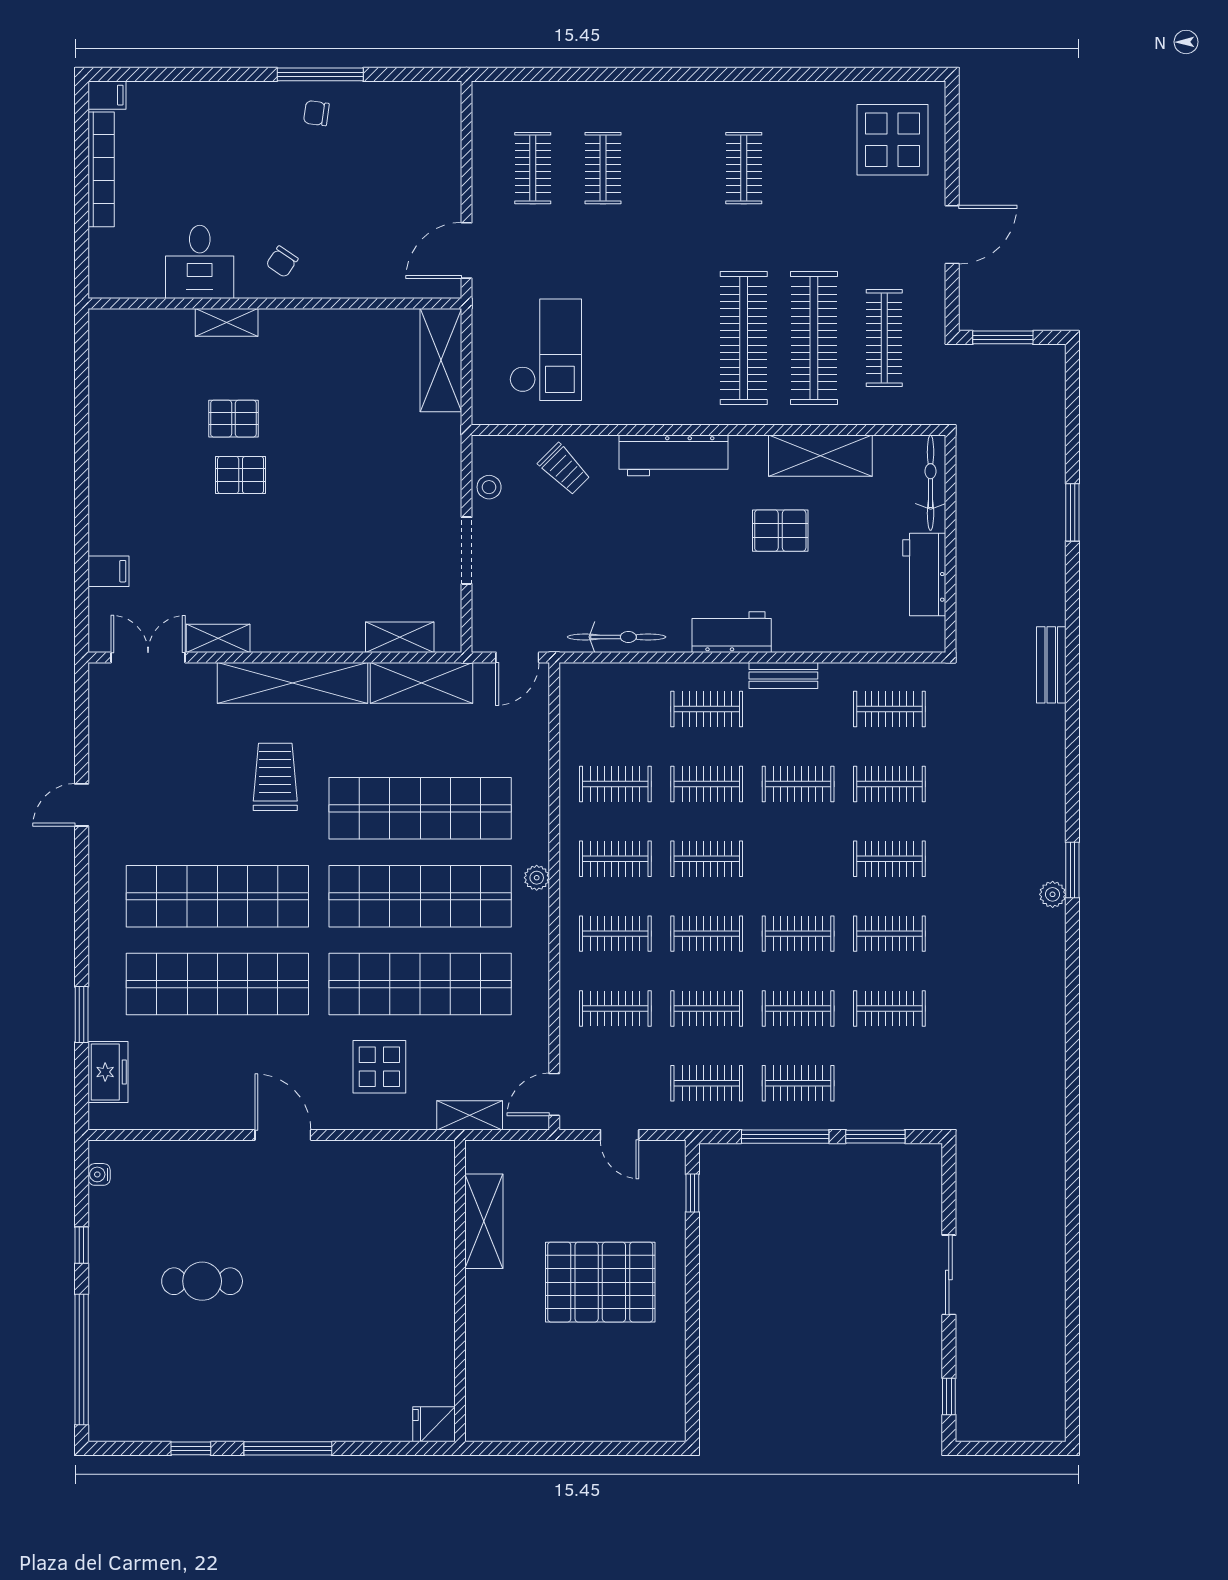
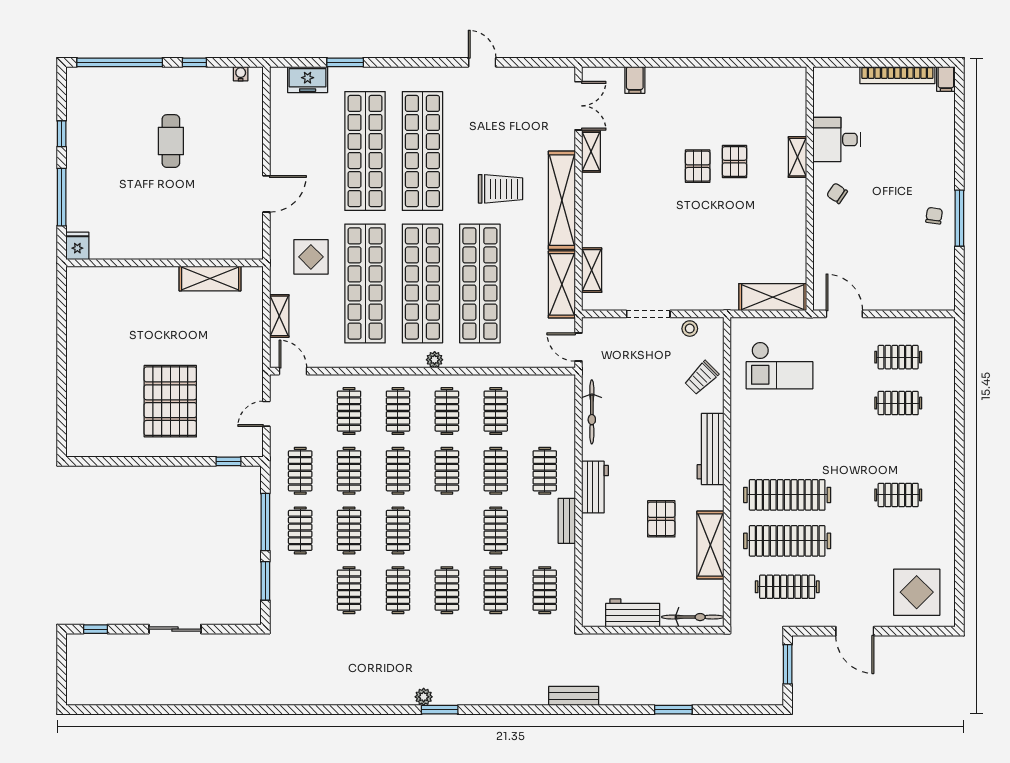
shelving: (484, 1221) -> (210, 278), moved
wall: (460, 1291) -> (165, 263), moved
fridge: (434, 1424) -> (77, 246), moved

